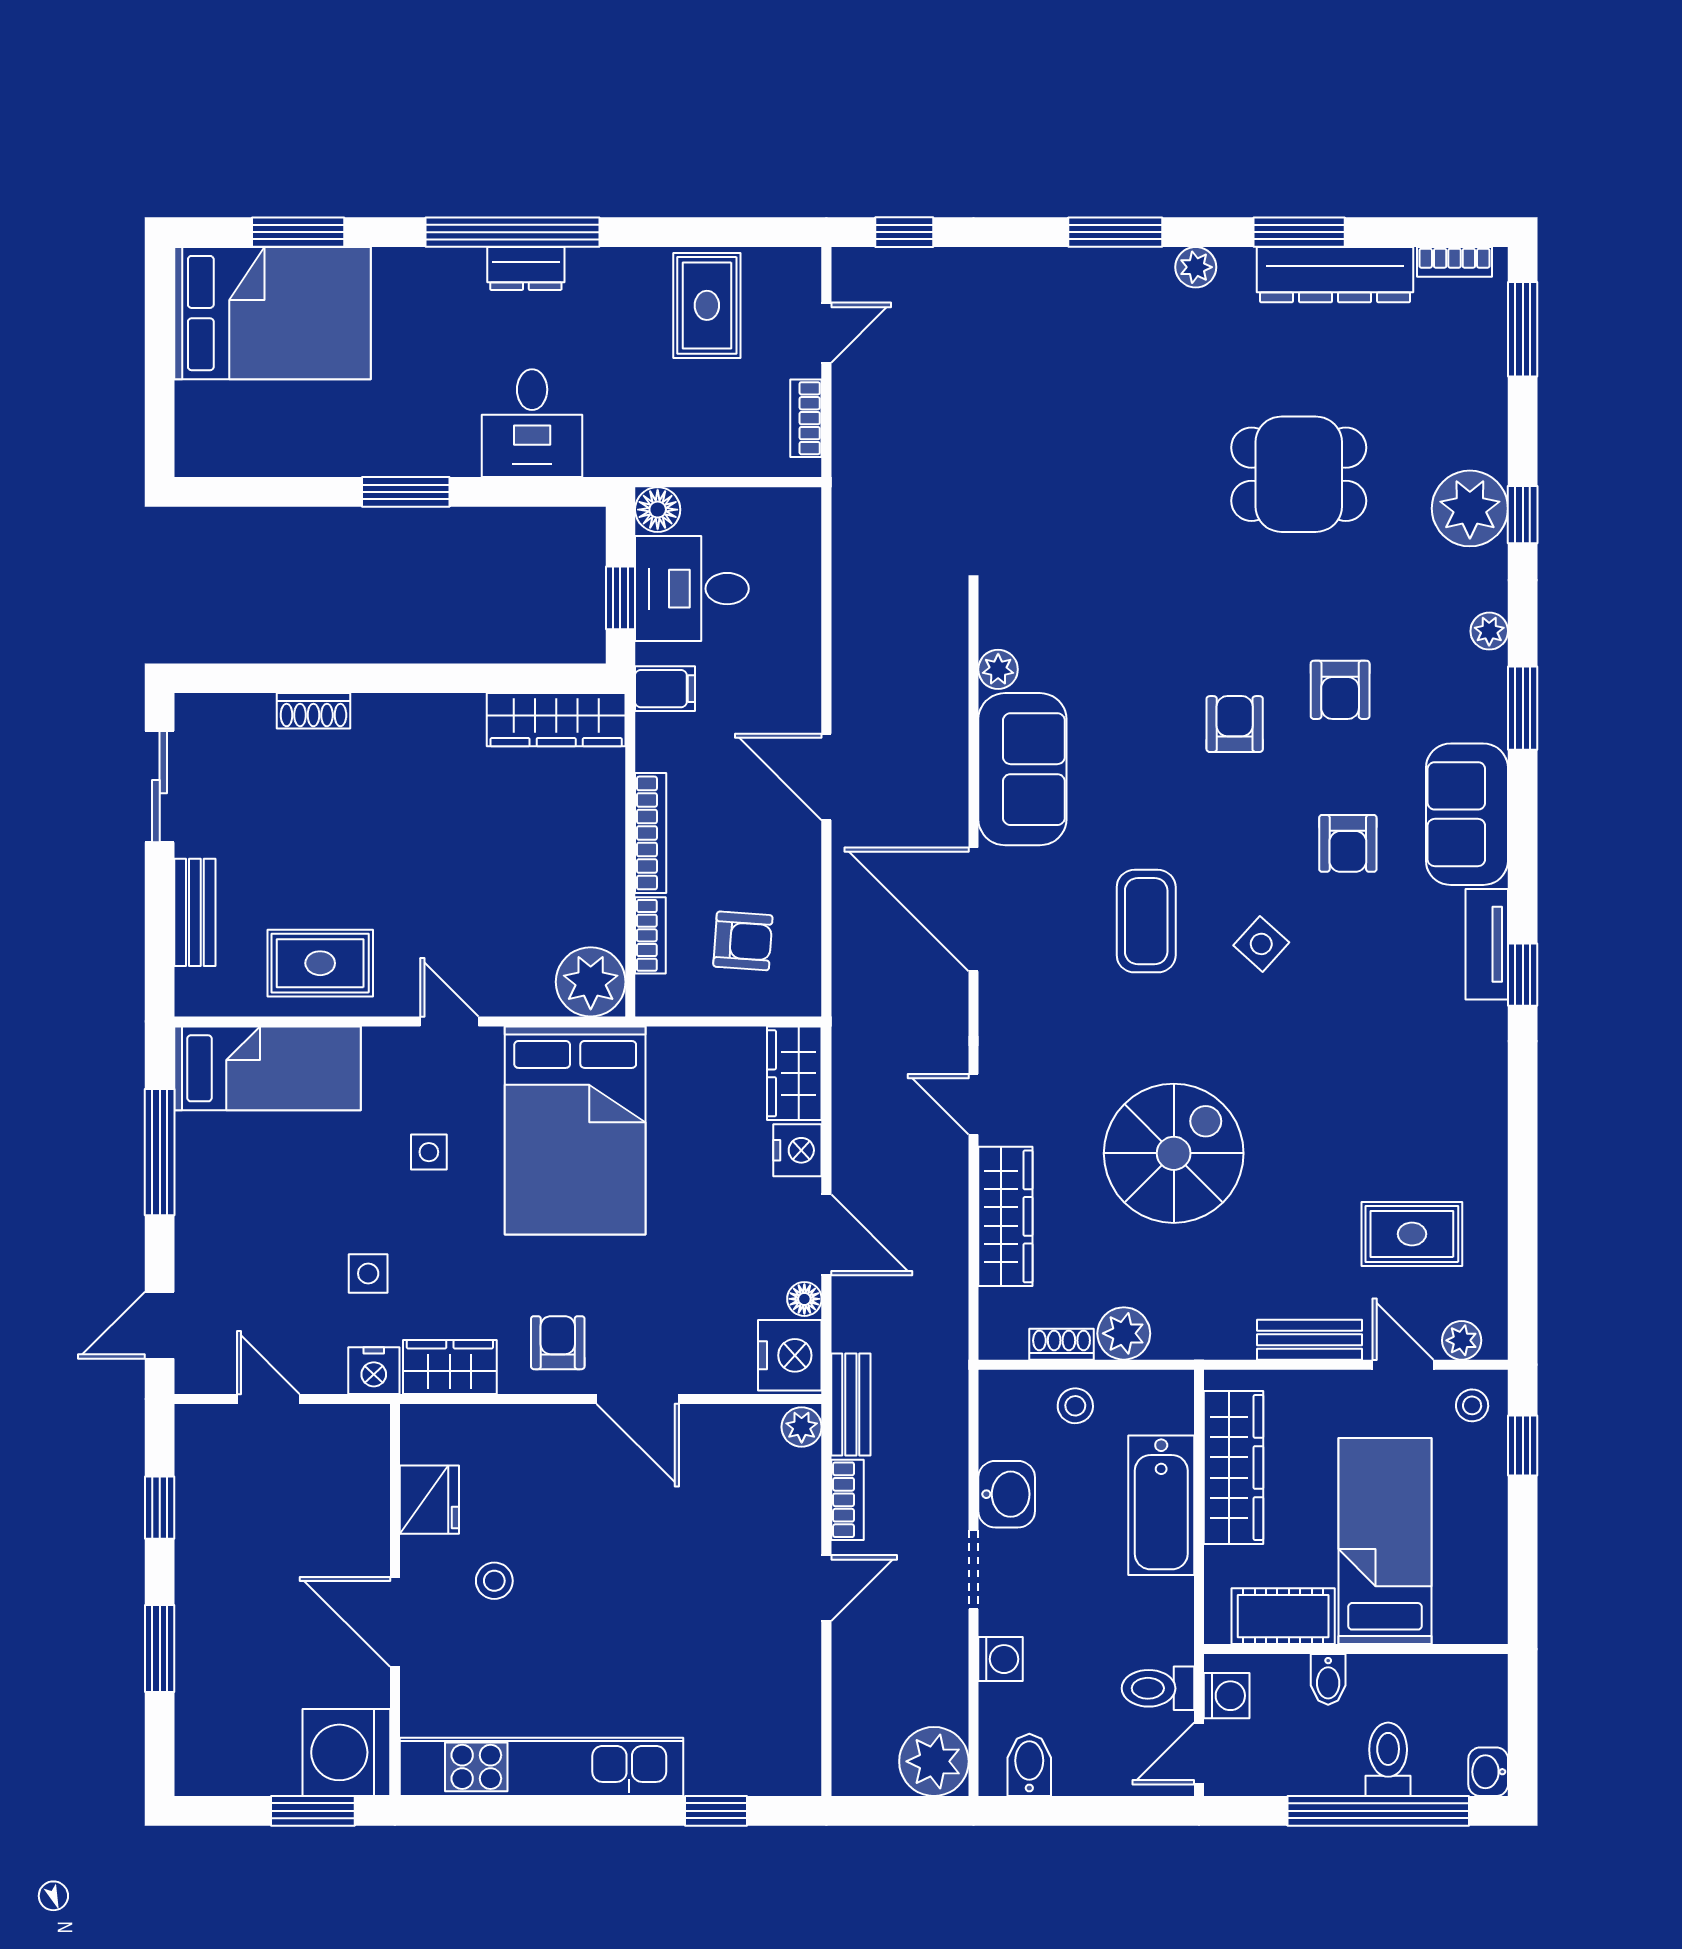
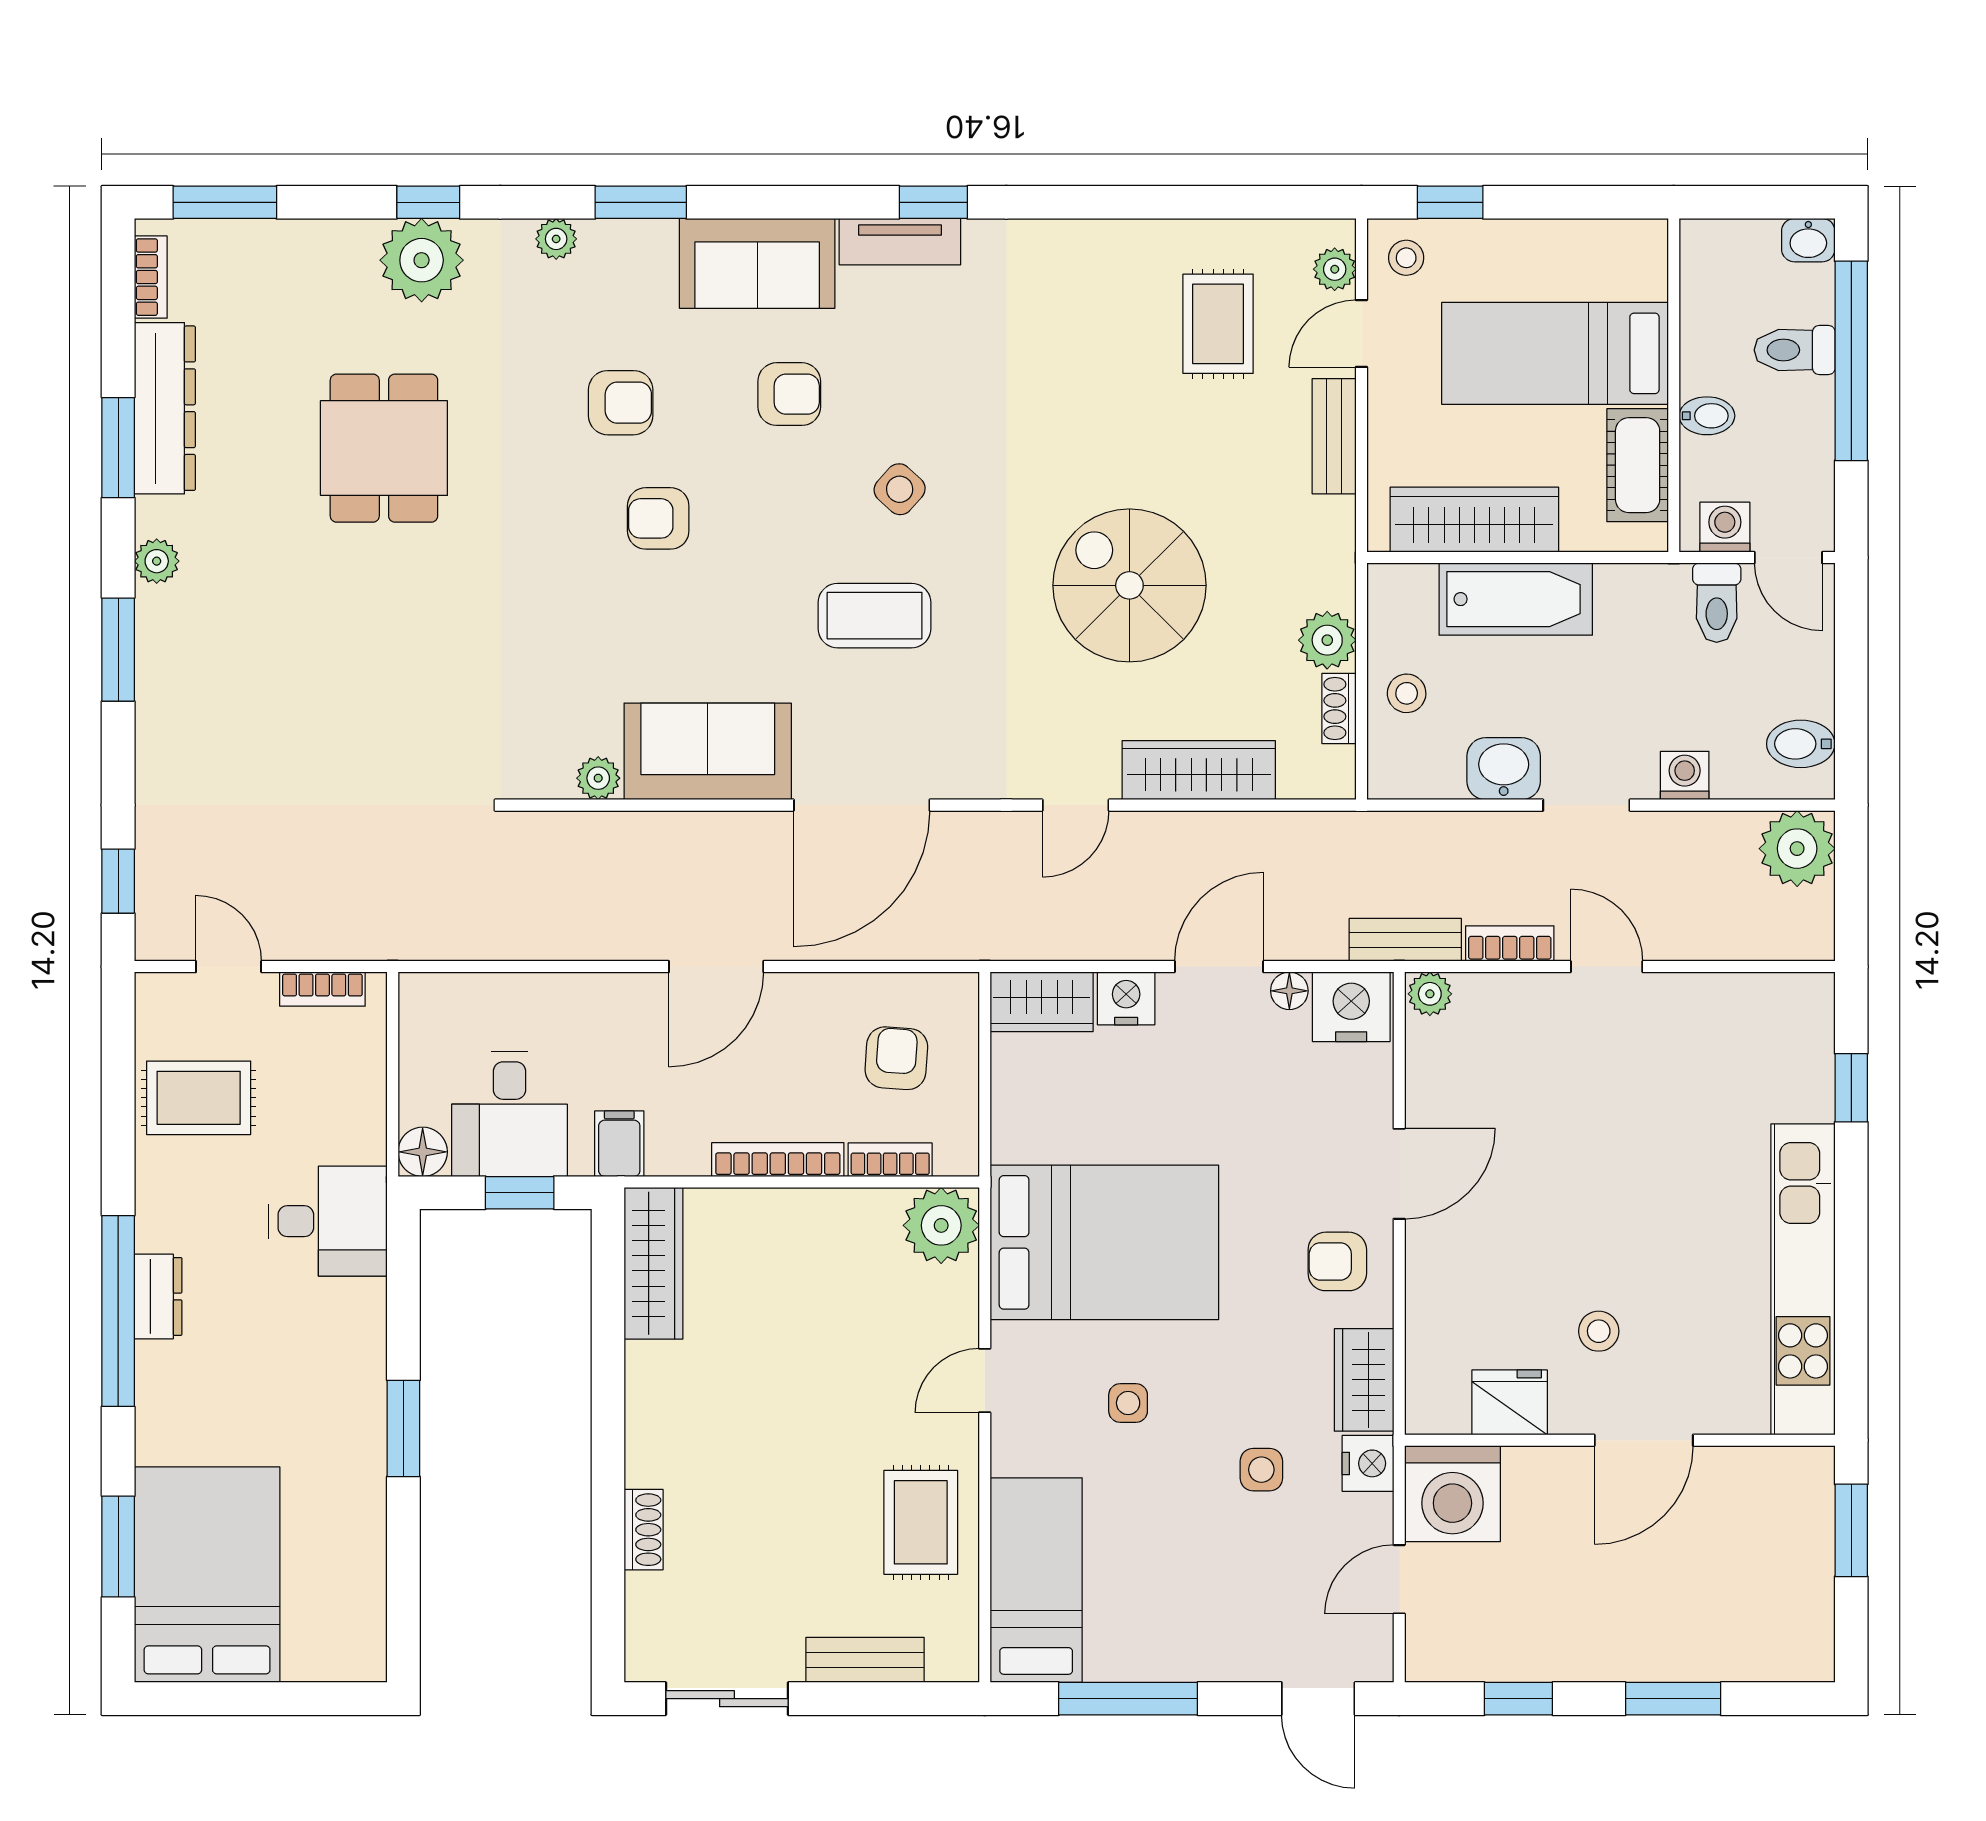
desk: (532, 423) -> (328, 1221), moved
washing machine: (346, 1752) -> (1452, 1494), moved

